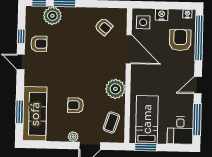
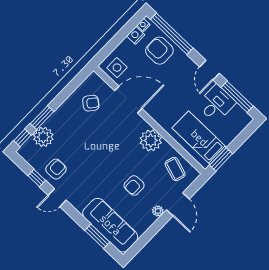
nightstand: (162, 15) -> (136, 35), moved
desk: (180, 130) -> (216, 104), moved, turned -90

